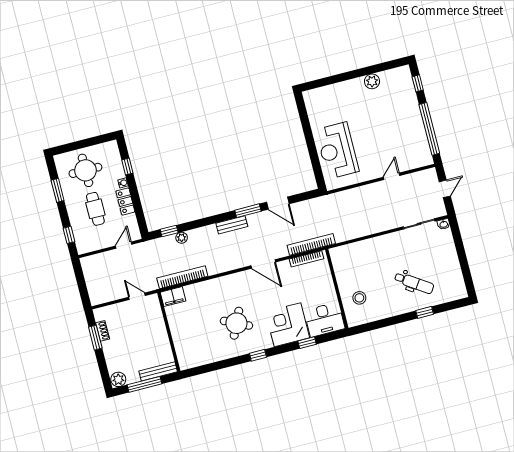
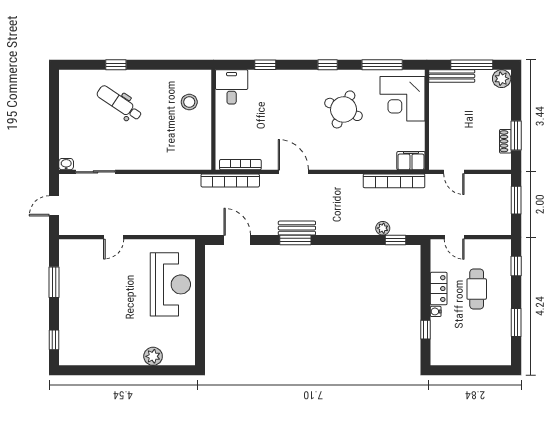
plant: (372, 81) -> (153, 356), moved
window: (429, 129) -> (54, 282), width x0.47
round table: (85, 170) -> (477, 338), removed
door: (278, 203) -> (237, 240), moved
bench: (232, 225) -> (297, 228), moved
door: (124, 245) -> (454, 237), hinge flipped
window: (82, 287) -> (516, 200), added
desk: (324, 320) -> (232, 87), width x0.73
corner desk: (287, 325) -> (403, 99), moved, turned 90
window: (215, 366) -> (382, 65), added

